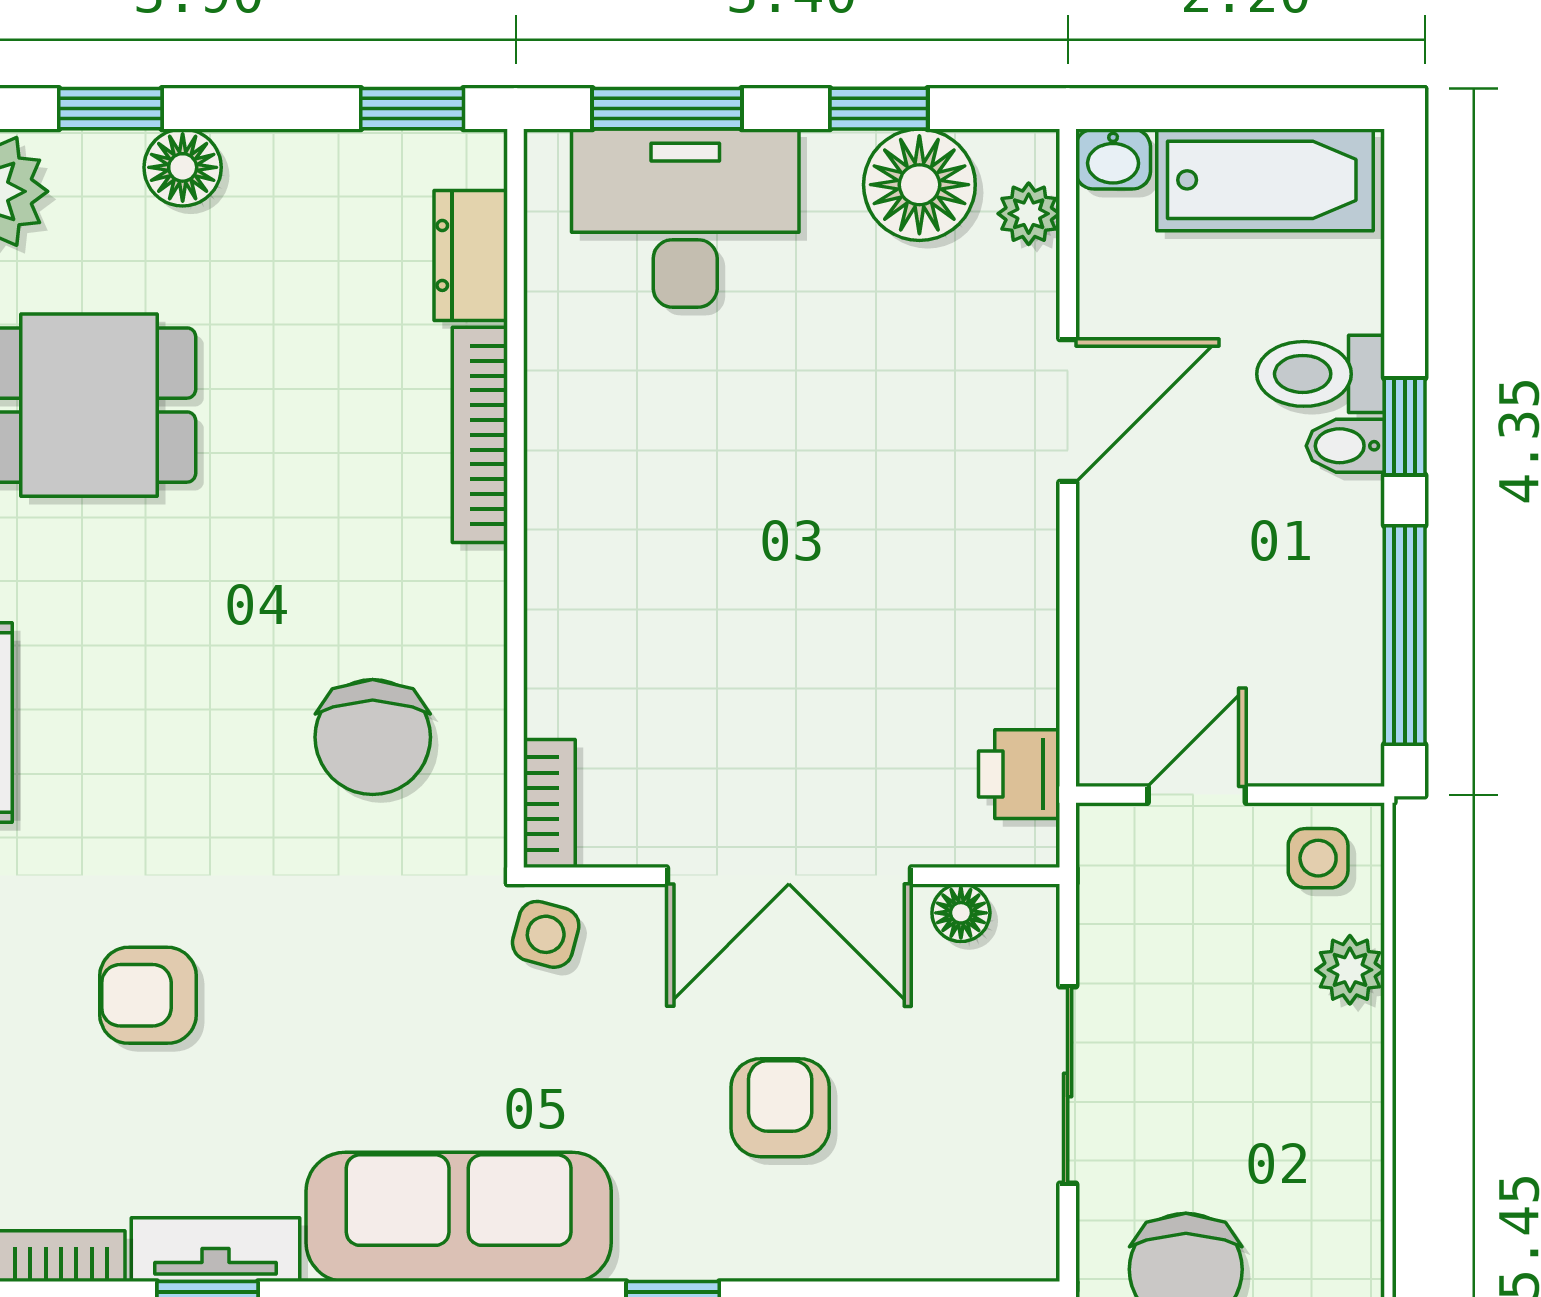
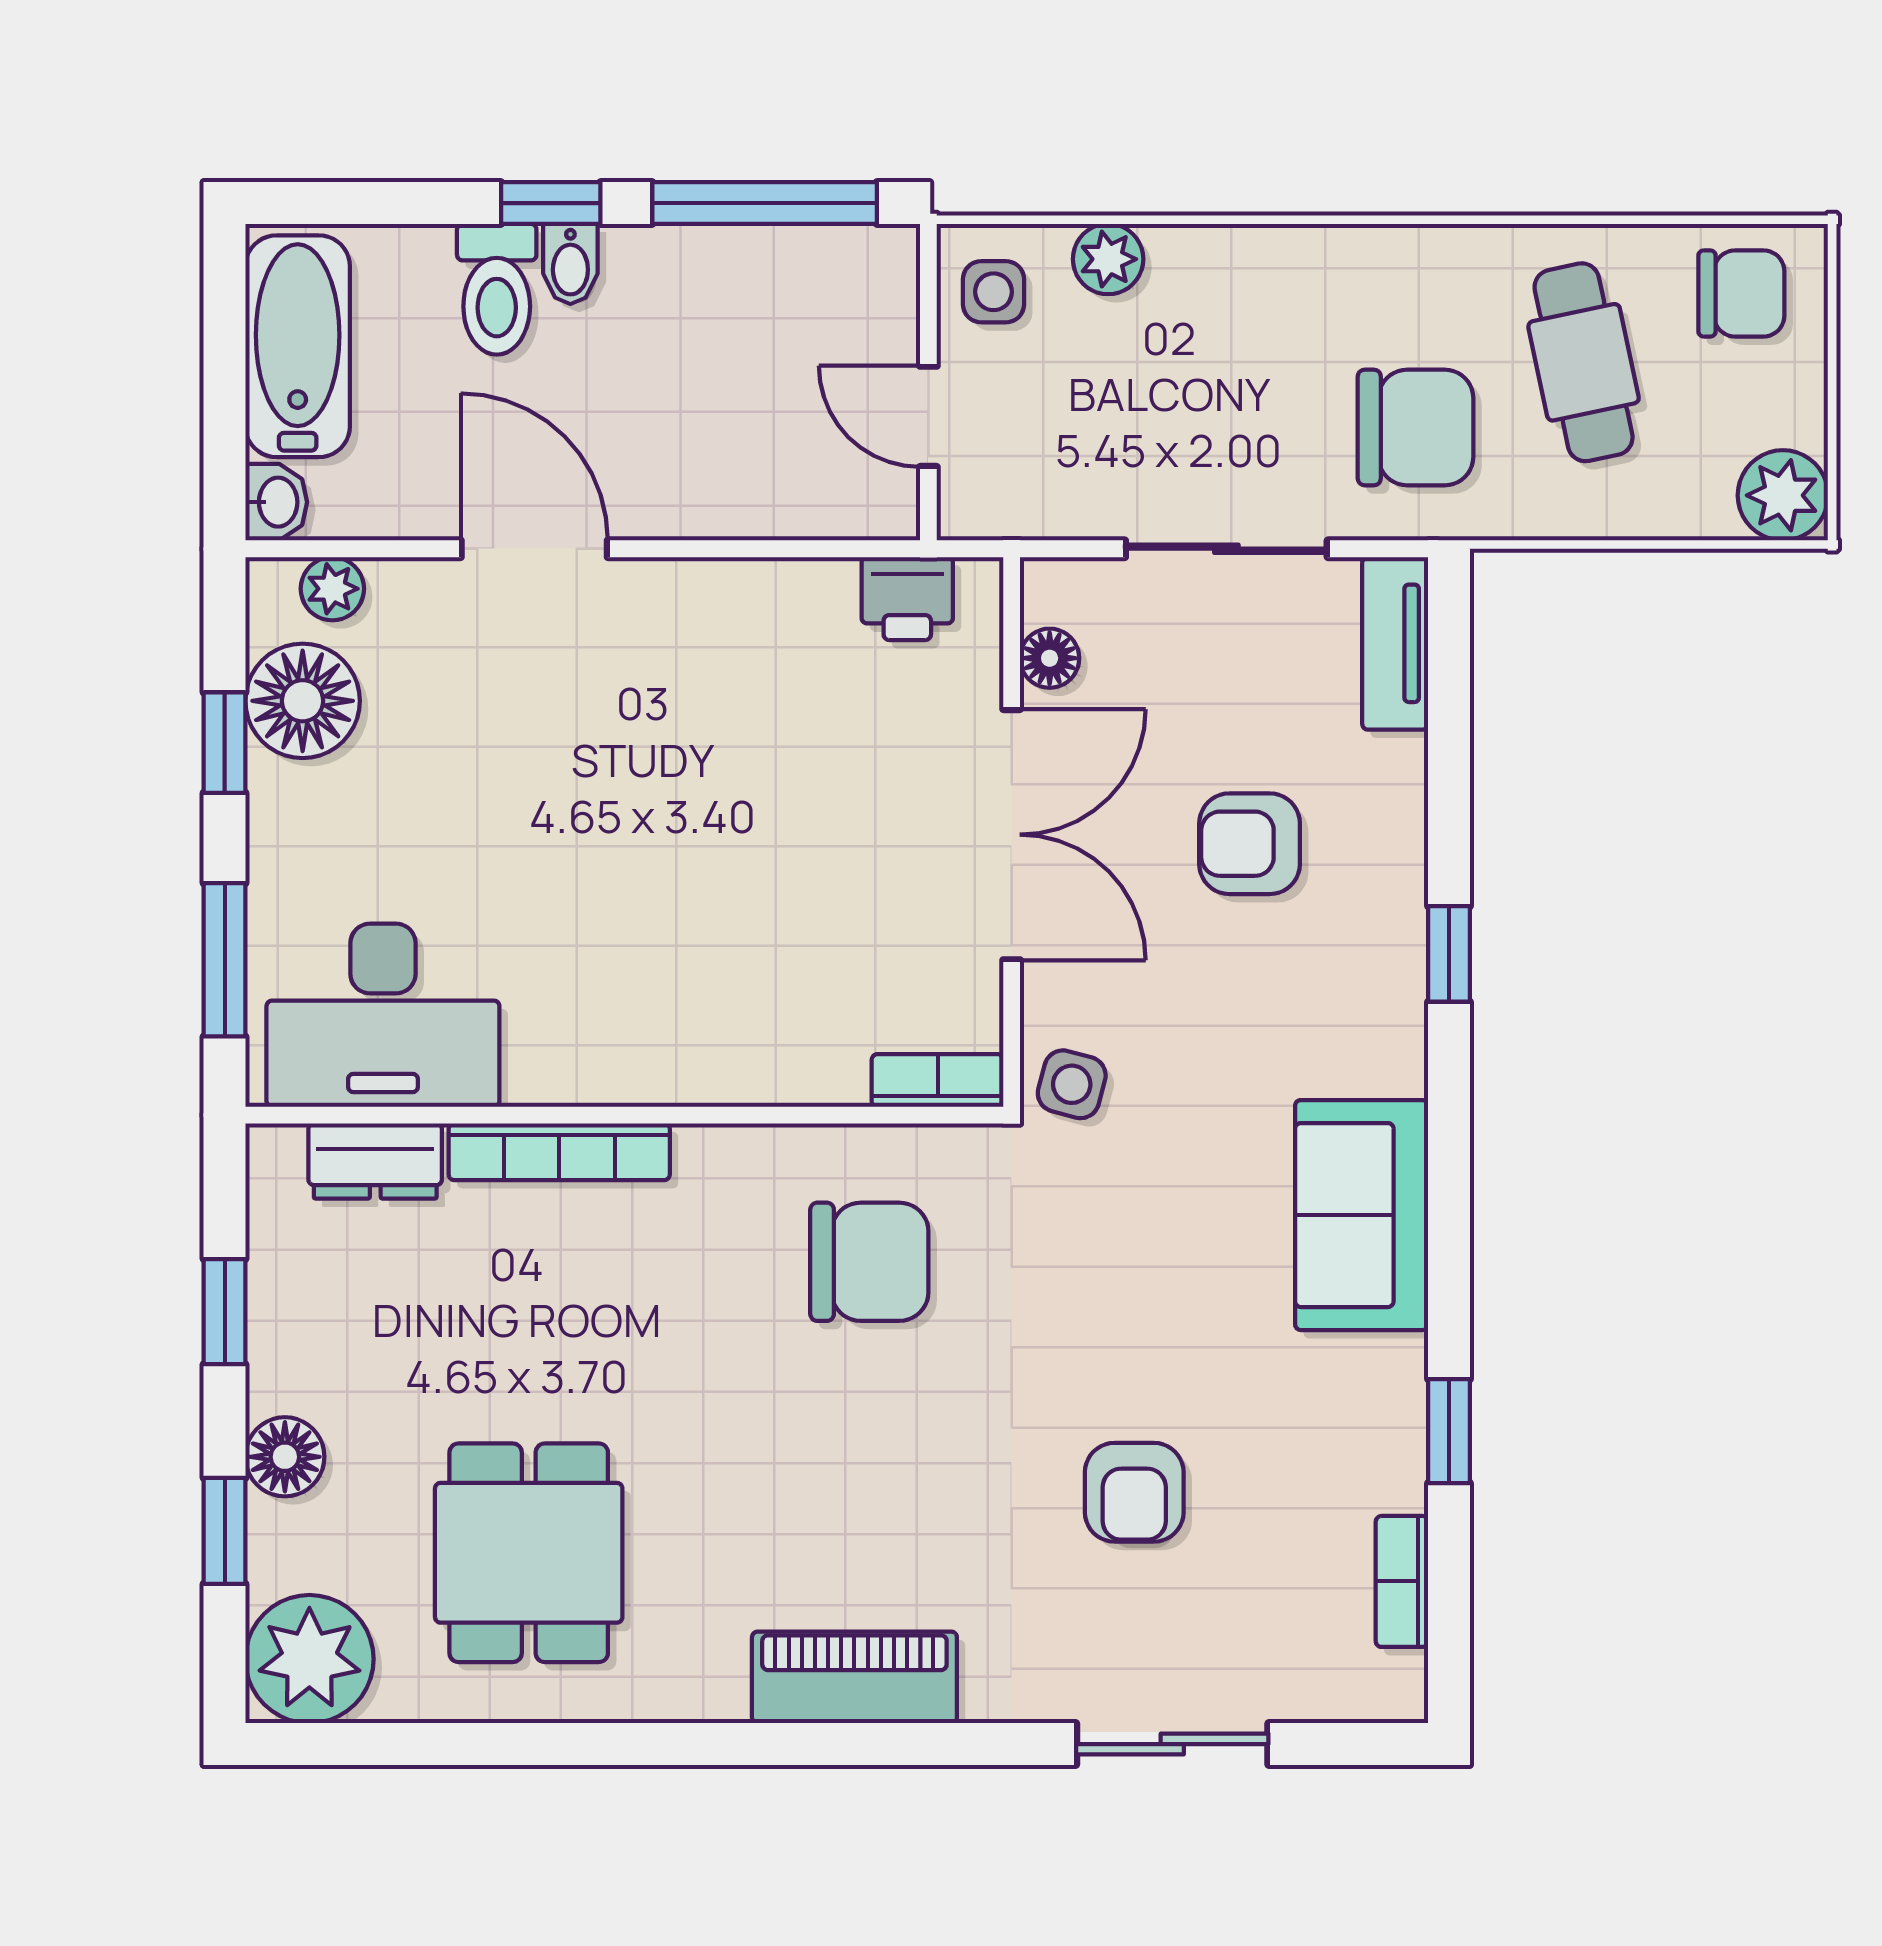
window: (412, 109) -> (225, 1312), moved
desk: (685, 218) -> (383, 1015), moved, turned -90
sofa: (459, 1217) -> (1362, 1215), width x0.73
tv unit: (216, 1250) -> (1395, 643), moved

